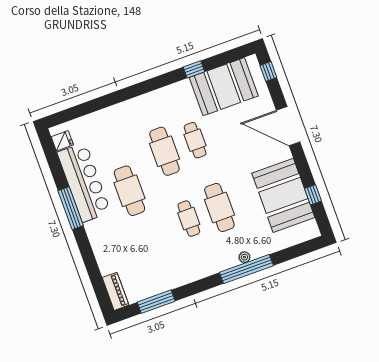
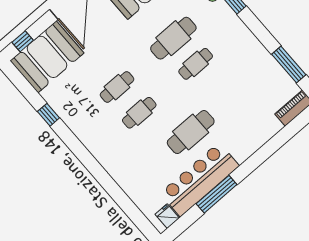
booth: (224, 87) -> (47, 57), moved, turned 90
cafe table: (164, 151) -> (139, 113), width x0.73, depth x0.74
window: (71, 208) -> (217, 194), moved

